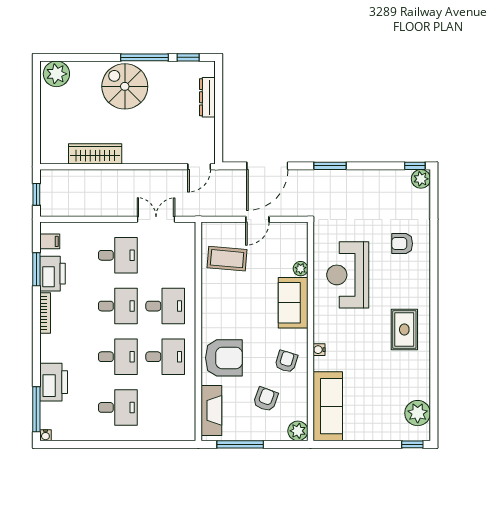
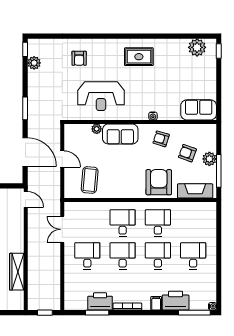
plant: (421, 179) -> (34, 63), moved
filing cabinet: (50, 241) -> (156, 303), moved
sofa: (328, 406) -> (199, 110), width x0.73
plant: (298, 431) -> (209, 159), moved

